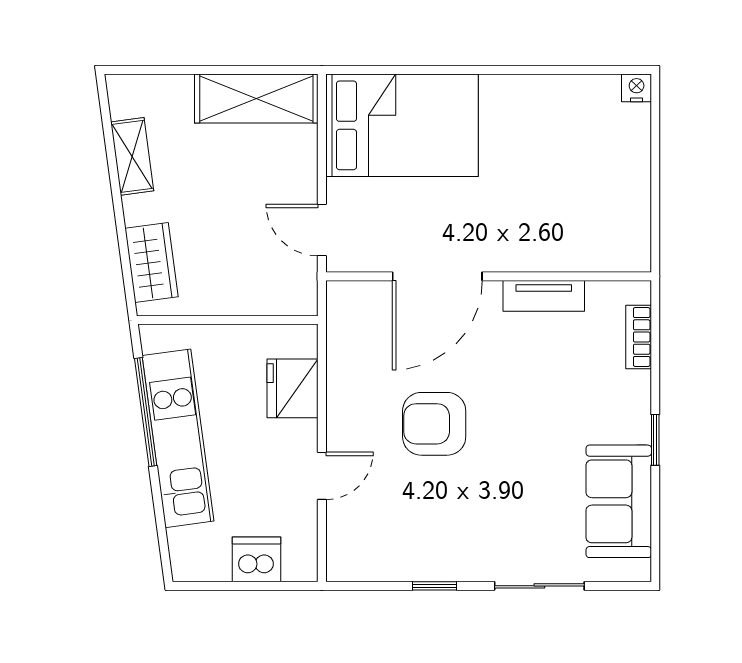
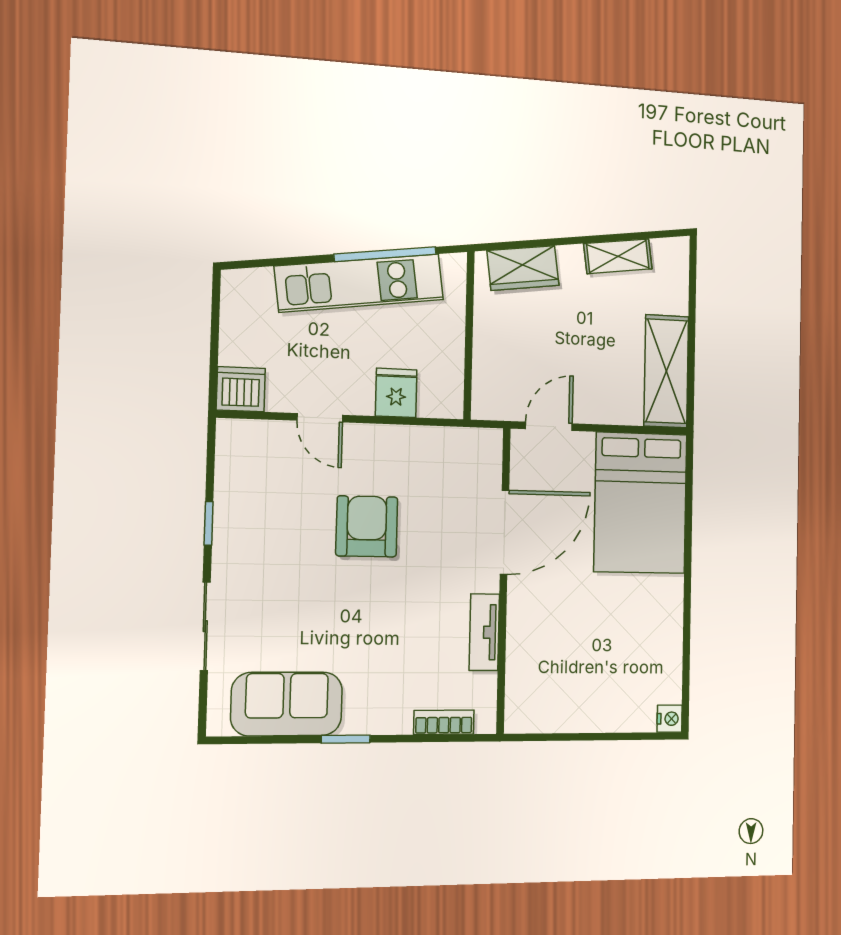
door: (437, 276) -> (505, 532), swing flipped
fridge: (293, 388) -> (396, 393), width x0.72
dishwasher: (256, 559) -> (241, 389), moved, turned -90

